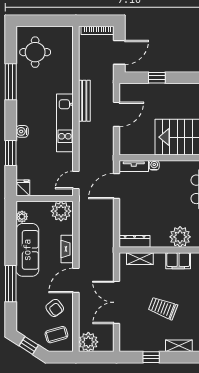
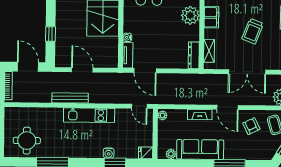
water cooler: (22, 131) -> (109, 153), moved
plant: (61, 211) -> (163, 115), width x0.53, depth x0.53
armchair: (55, 308) -> (251, 126), turned -79

